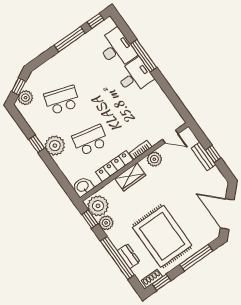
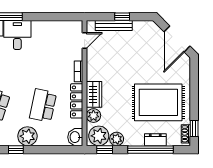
bench: (204, 156) -> (114, 26), width x1.36
plant: (154, 159) -> (93, 116), moved
door: (227, 214) -> (177, 39), hinge flipped
window: (196, 258) -> (194, 88), removed

